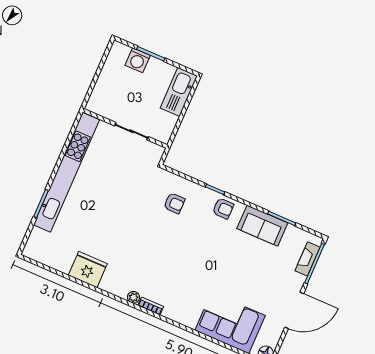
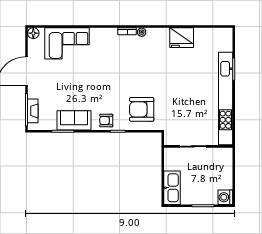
washing machine: (138, 60) -> (225, 197), moved, turned -90
armchair: (174, 203) -> (142, 109), width x1.88, depth x1.88

